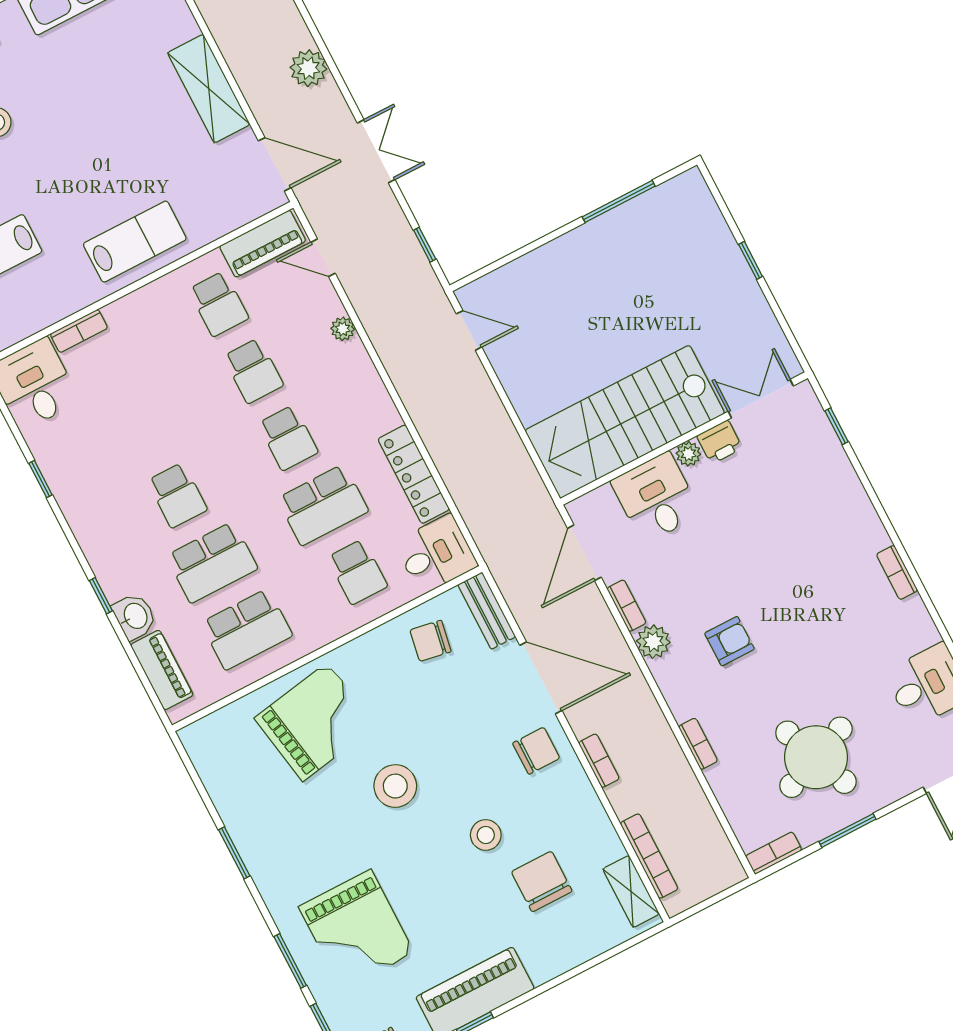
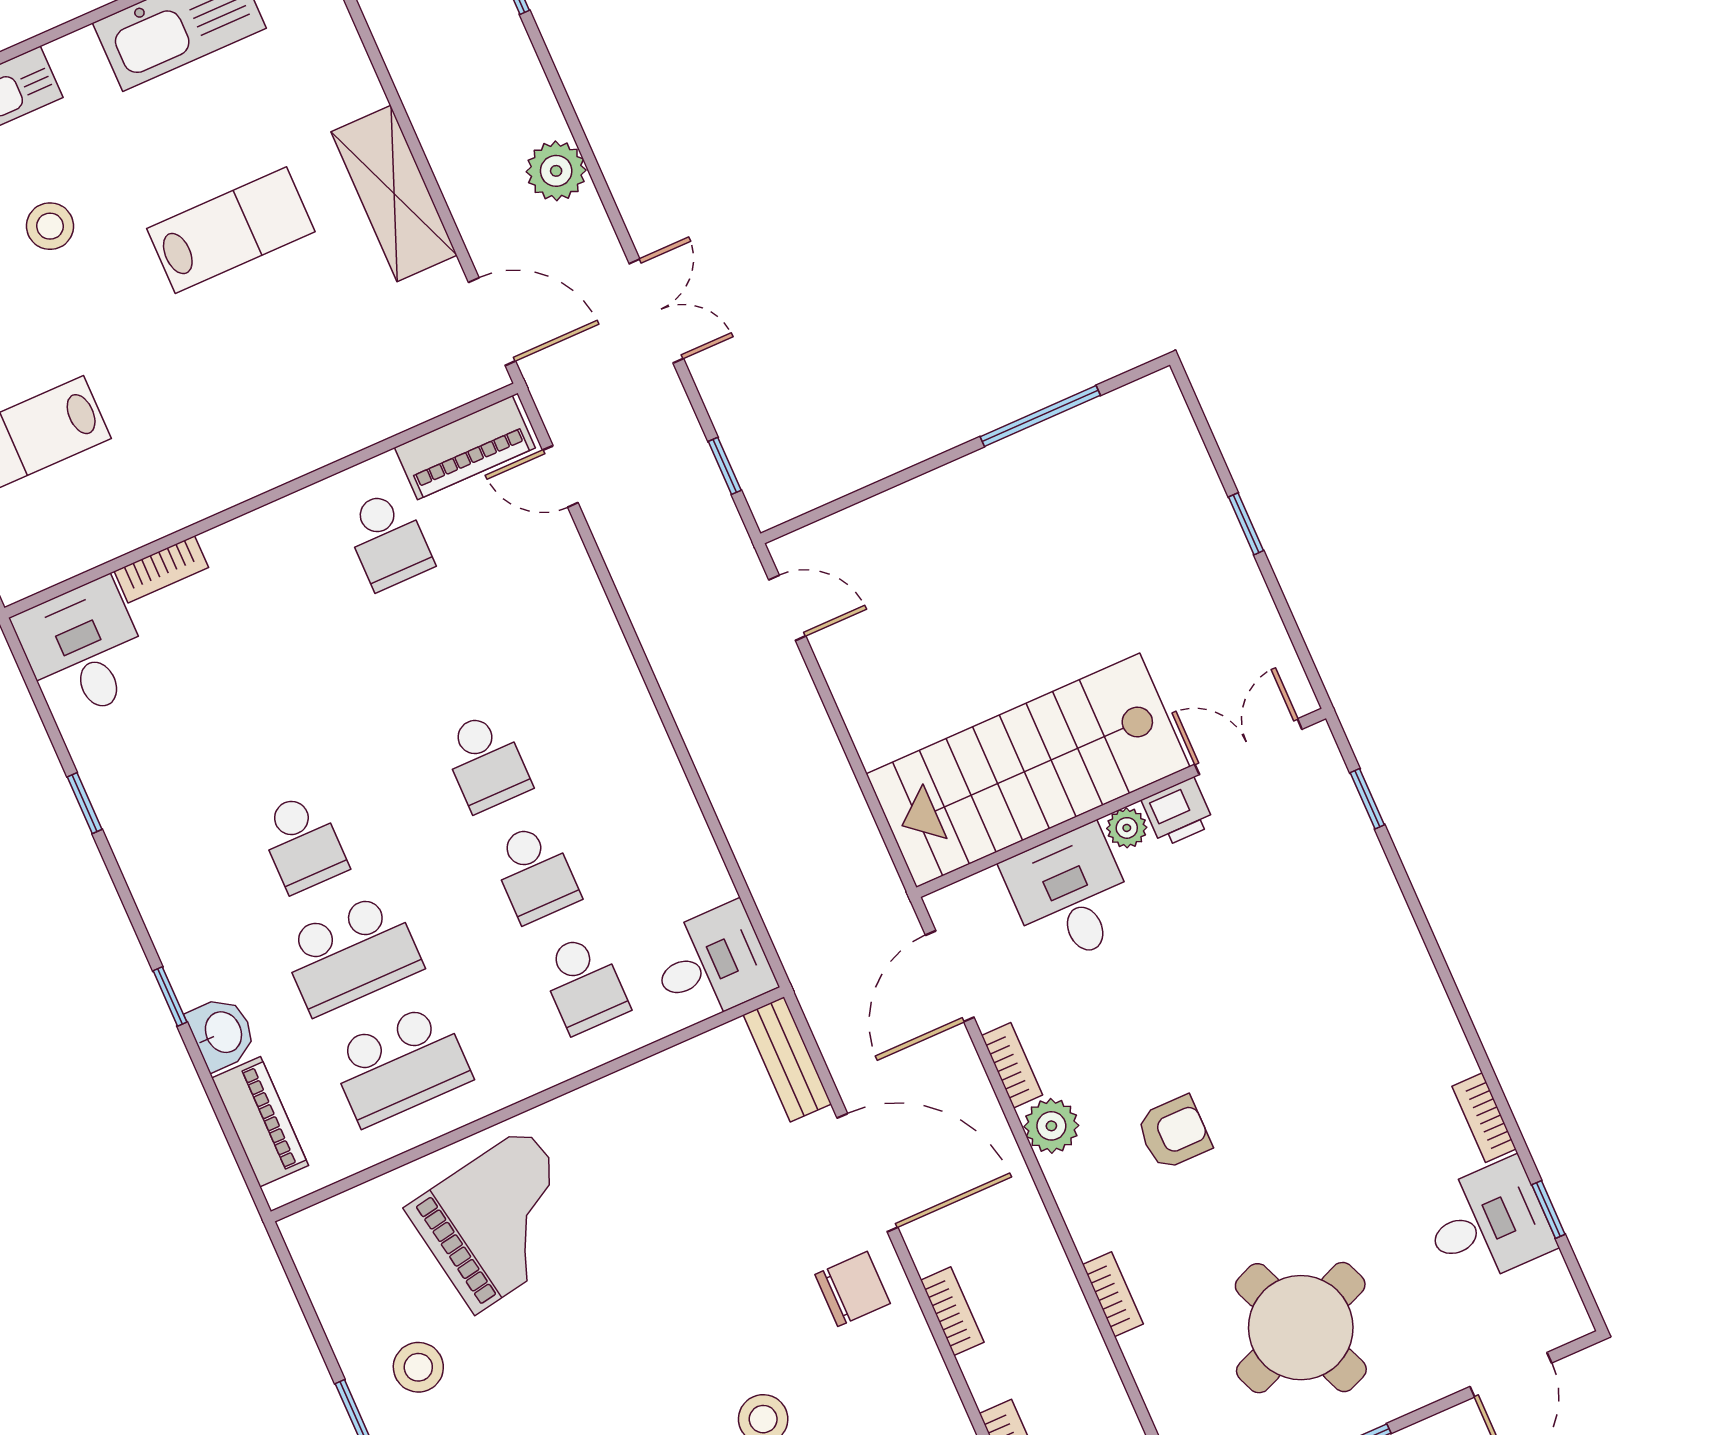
lab bench: (135, 242) -> (231, 230), moved
plant: (343, 329) -> (585, 593), removed
school desk: (253, 371) -> (437, 651), removed
locker: (414, 474) -> (684, 833), removed
school desk: (323, 505) -> (535, 873), width x0.54
bookcase: (897, 572) -> (1484, 1118), moved
chair: (431, 641) -> (694, 1102), removed
stool: (395, 786) -> (418, 1367), moved, width x0.73, depth x0.73

